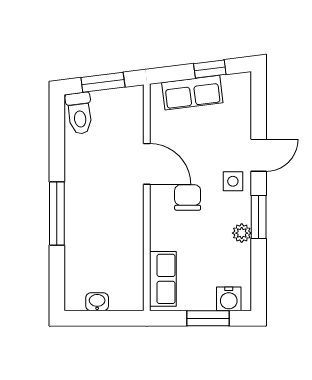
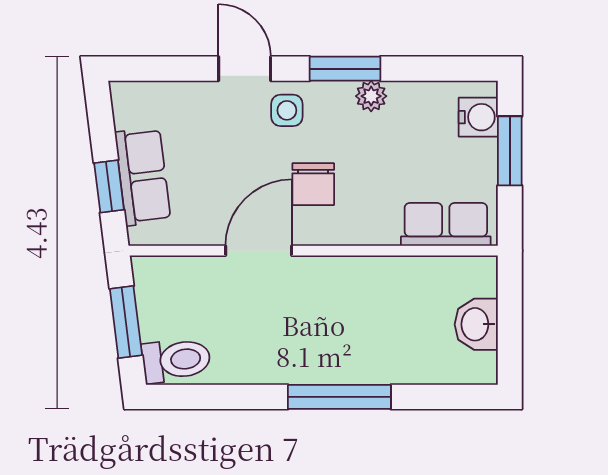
window: (210, 69) -> (109, 186), moved
chair: (188, 197) -> (313, 184), turned -90
washbasin: (97, 302) -> (476, 324), width x1.38, depth x1.45

